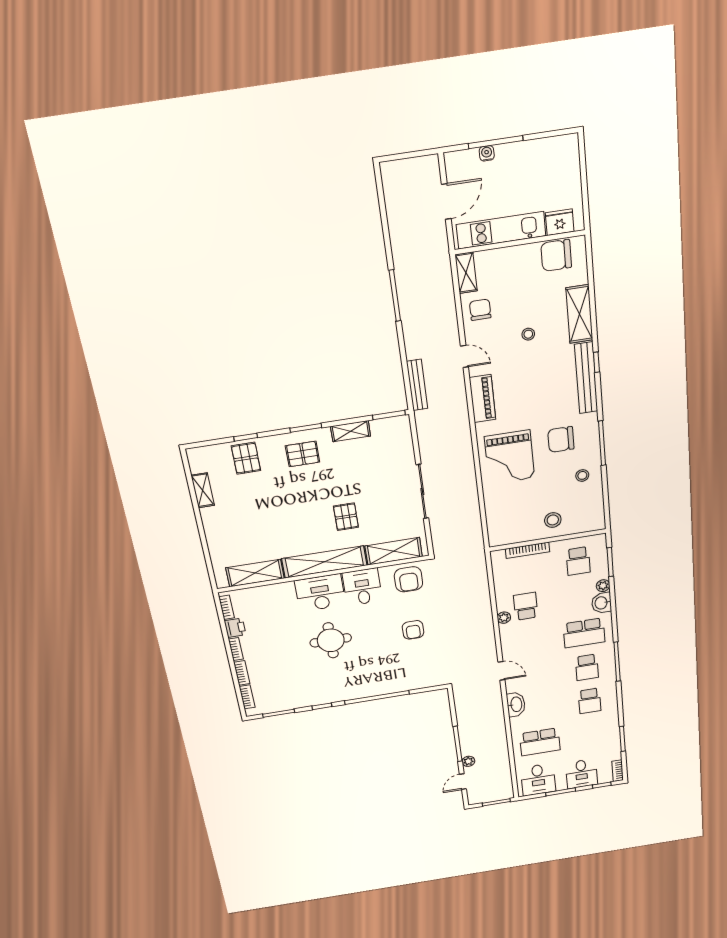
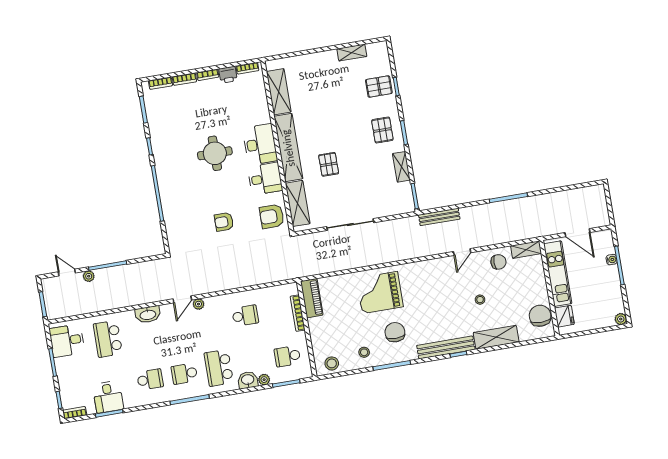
plant: (571, 142) -> (621, 319), added
piano: (483, 399) -> (312, 298), moved, turned -90
pallet: (346, 517) -> (329, 164), turned 90
stool: (553, 520) -> (332, 363), moved
plant: (504, 618) -> (199, 304), moved
school desk: (590, 701) -> (150, 379), turned 180
desk: (582, 774) -> (108, 397), moved, turned -90

